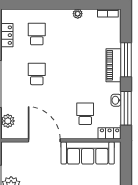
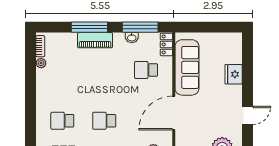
plant: (78, 14) -> (41, 63), moved

